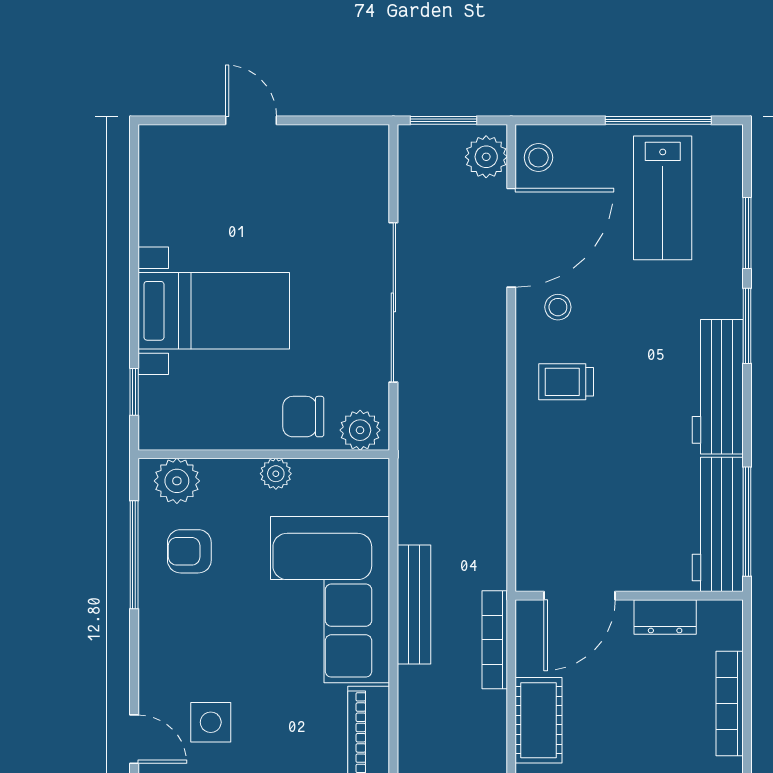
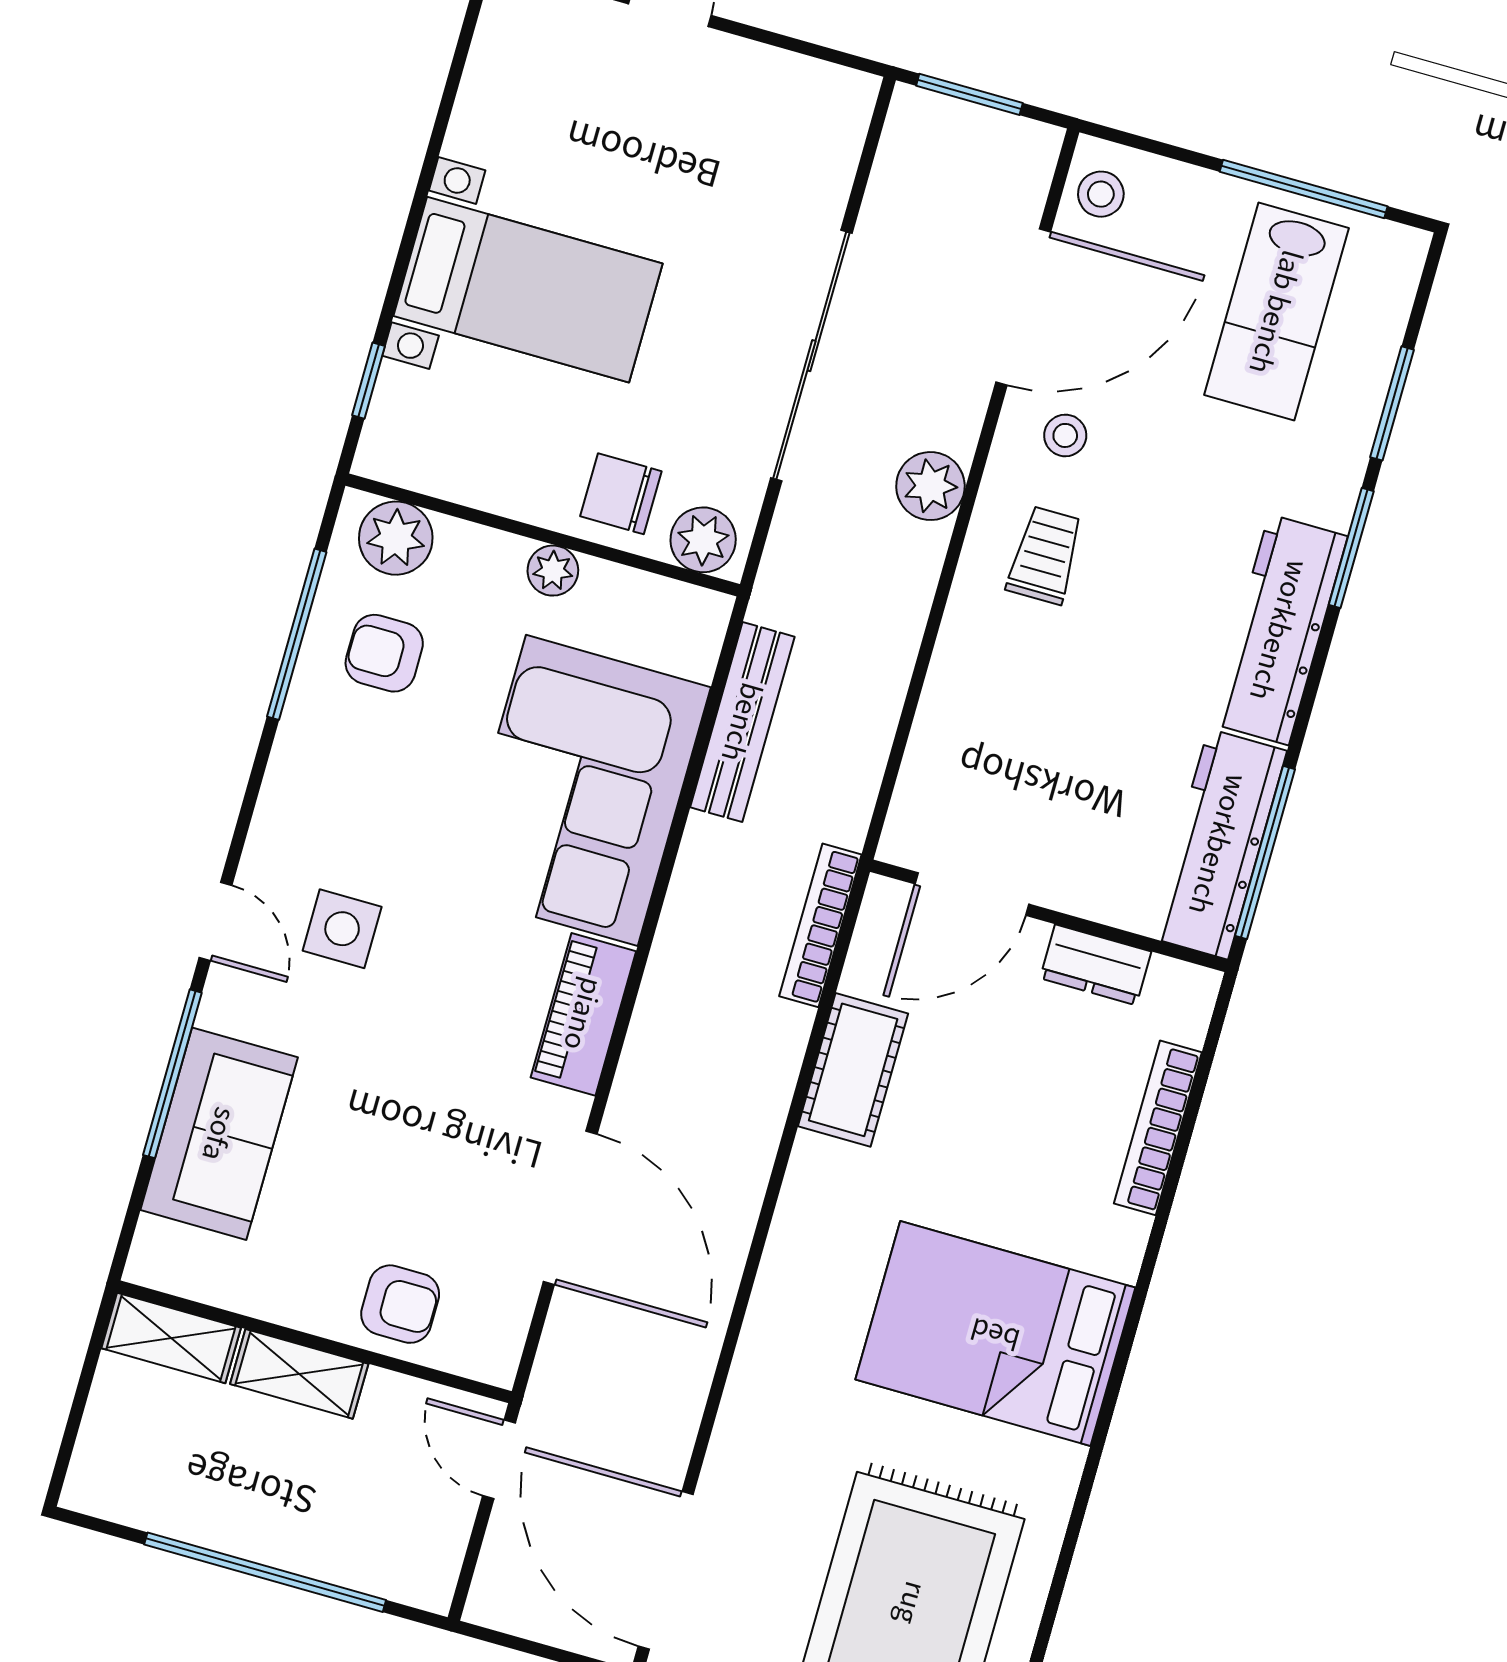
plant: (486, 157) -> (930, 486), moved
trolley: (566, 382) -> (1045, 555), turned 90
bench: (414, 605) -> (742, 722), moved

